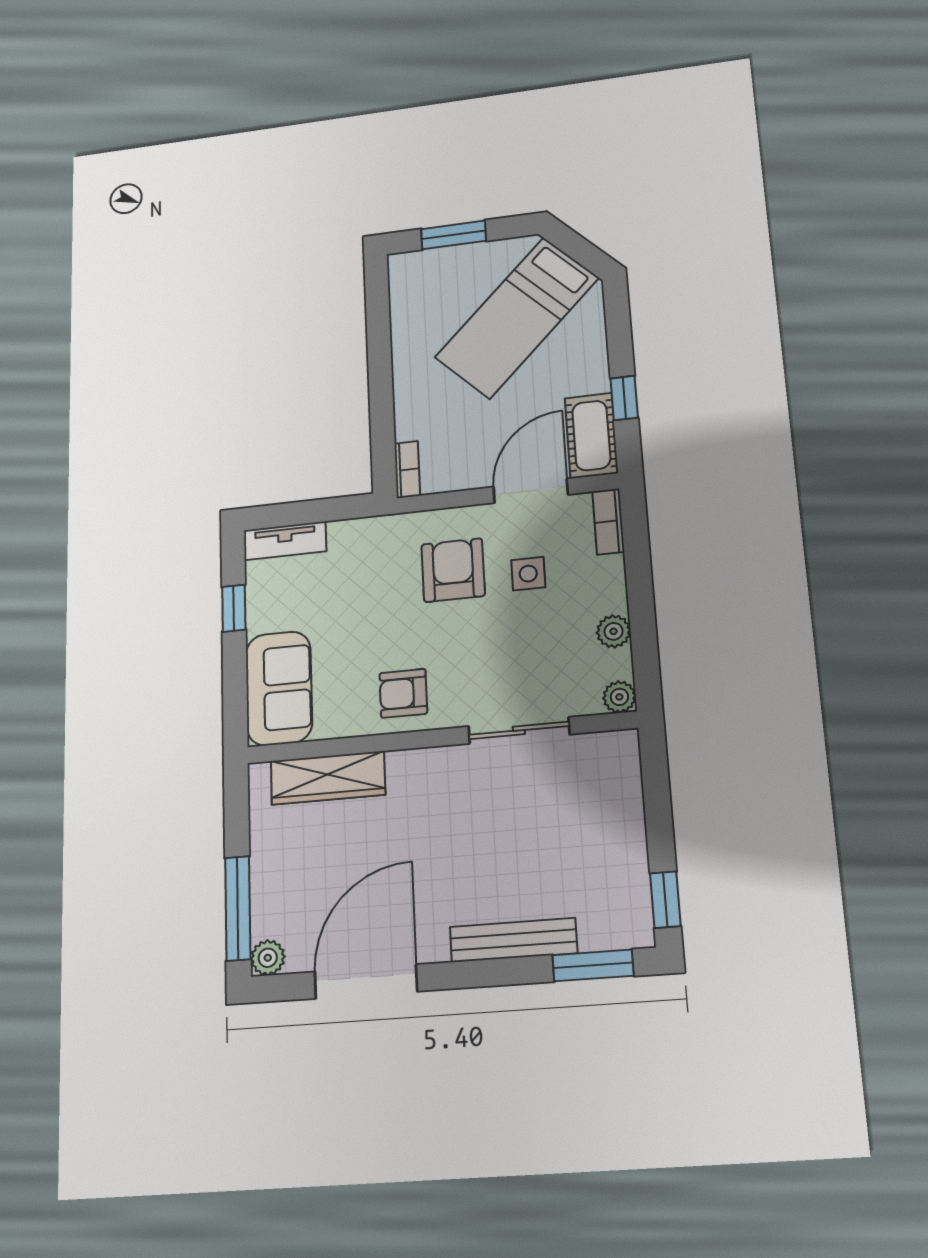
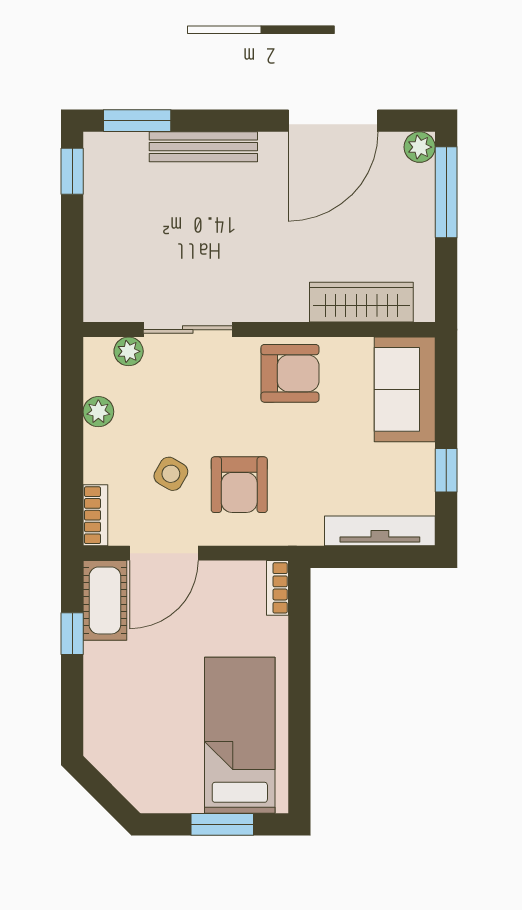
bed: (517, 317) -> (240, 735), moved, turned -45
tv unit: (285, 541) -> (380, 531), width x1.41
side table: (528, 574) -> (171, 474), turned 30
armchair: (403, 693) -> (290, 373), width x1.38, depth x1.38
plant: (619, 697) -> (129, 351), moved

